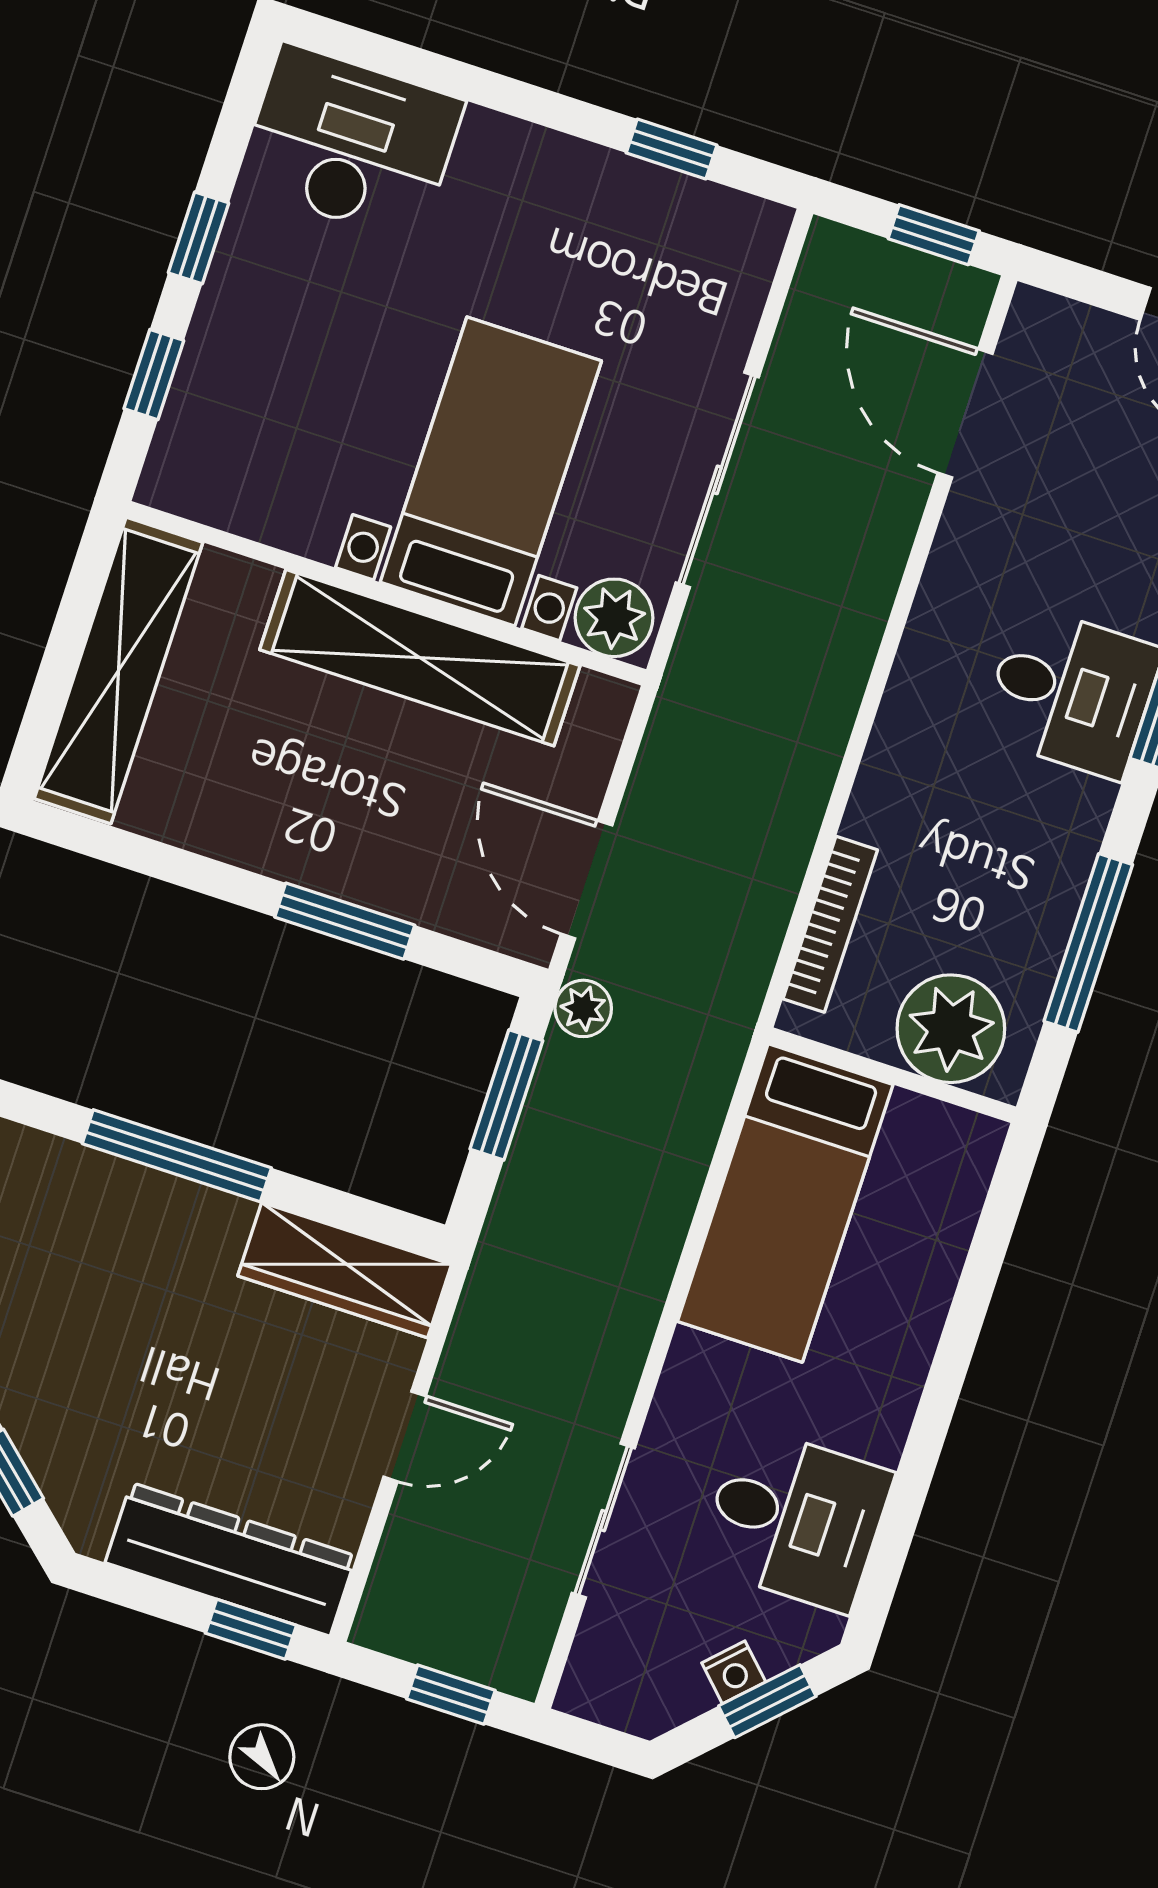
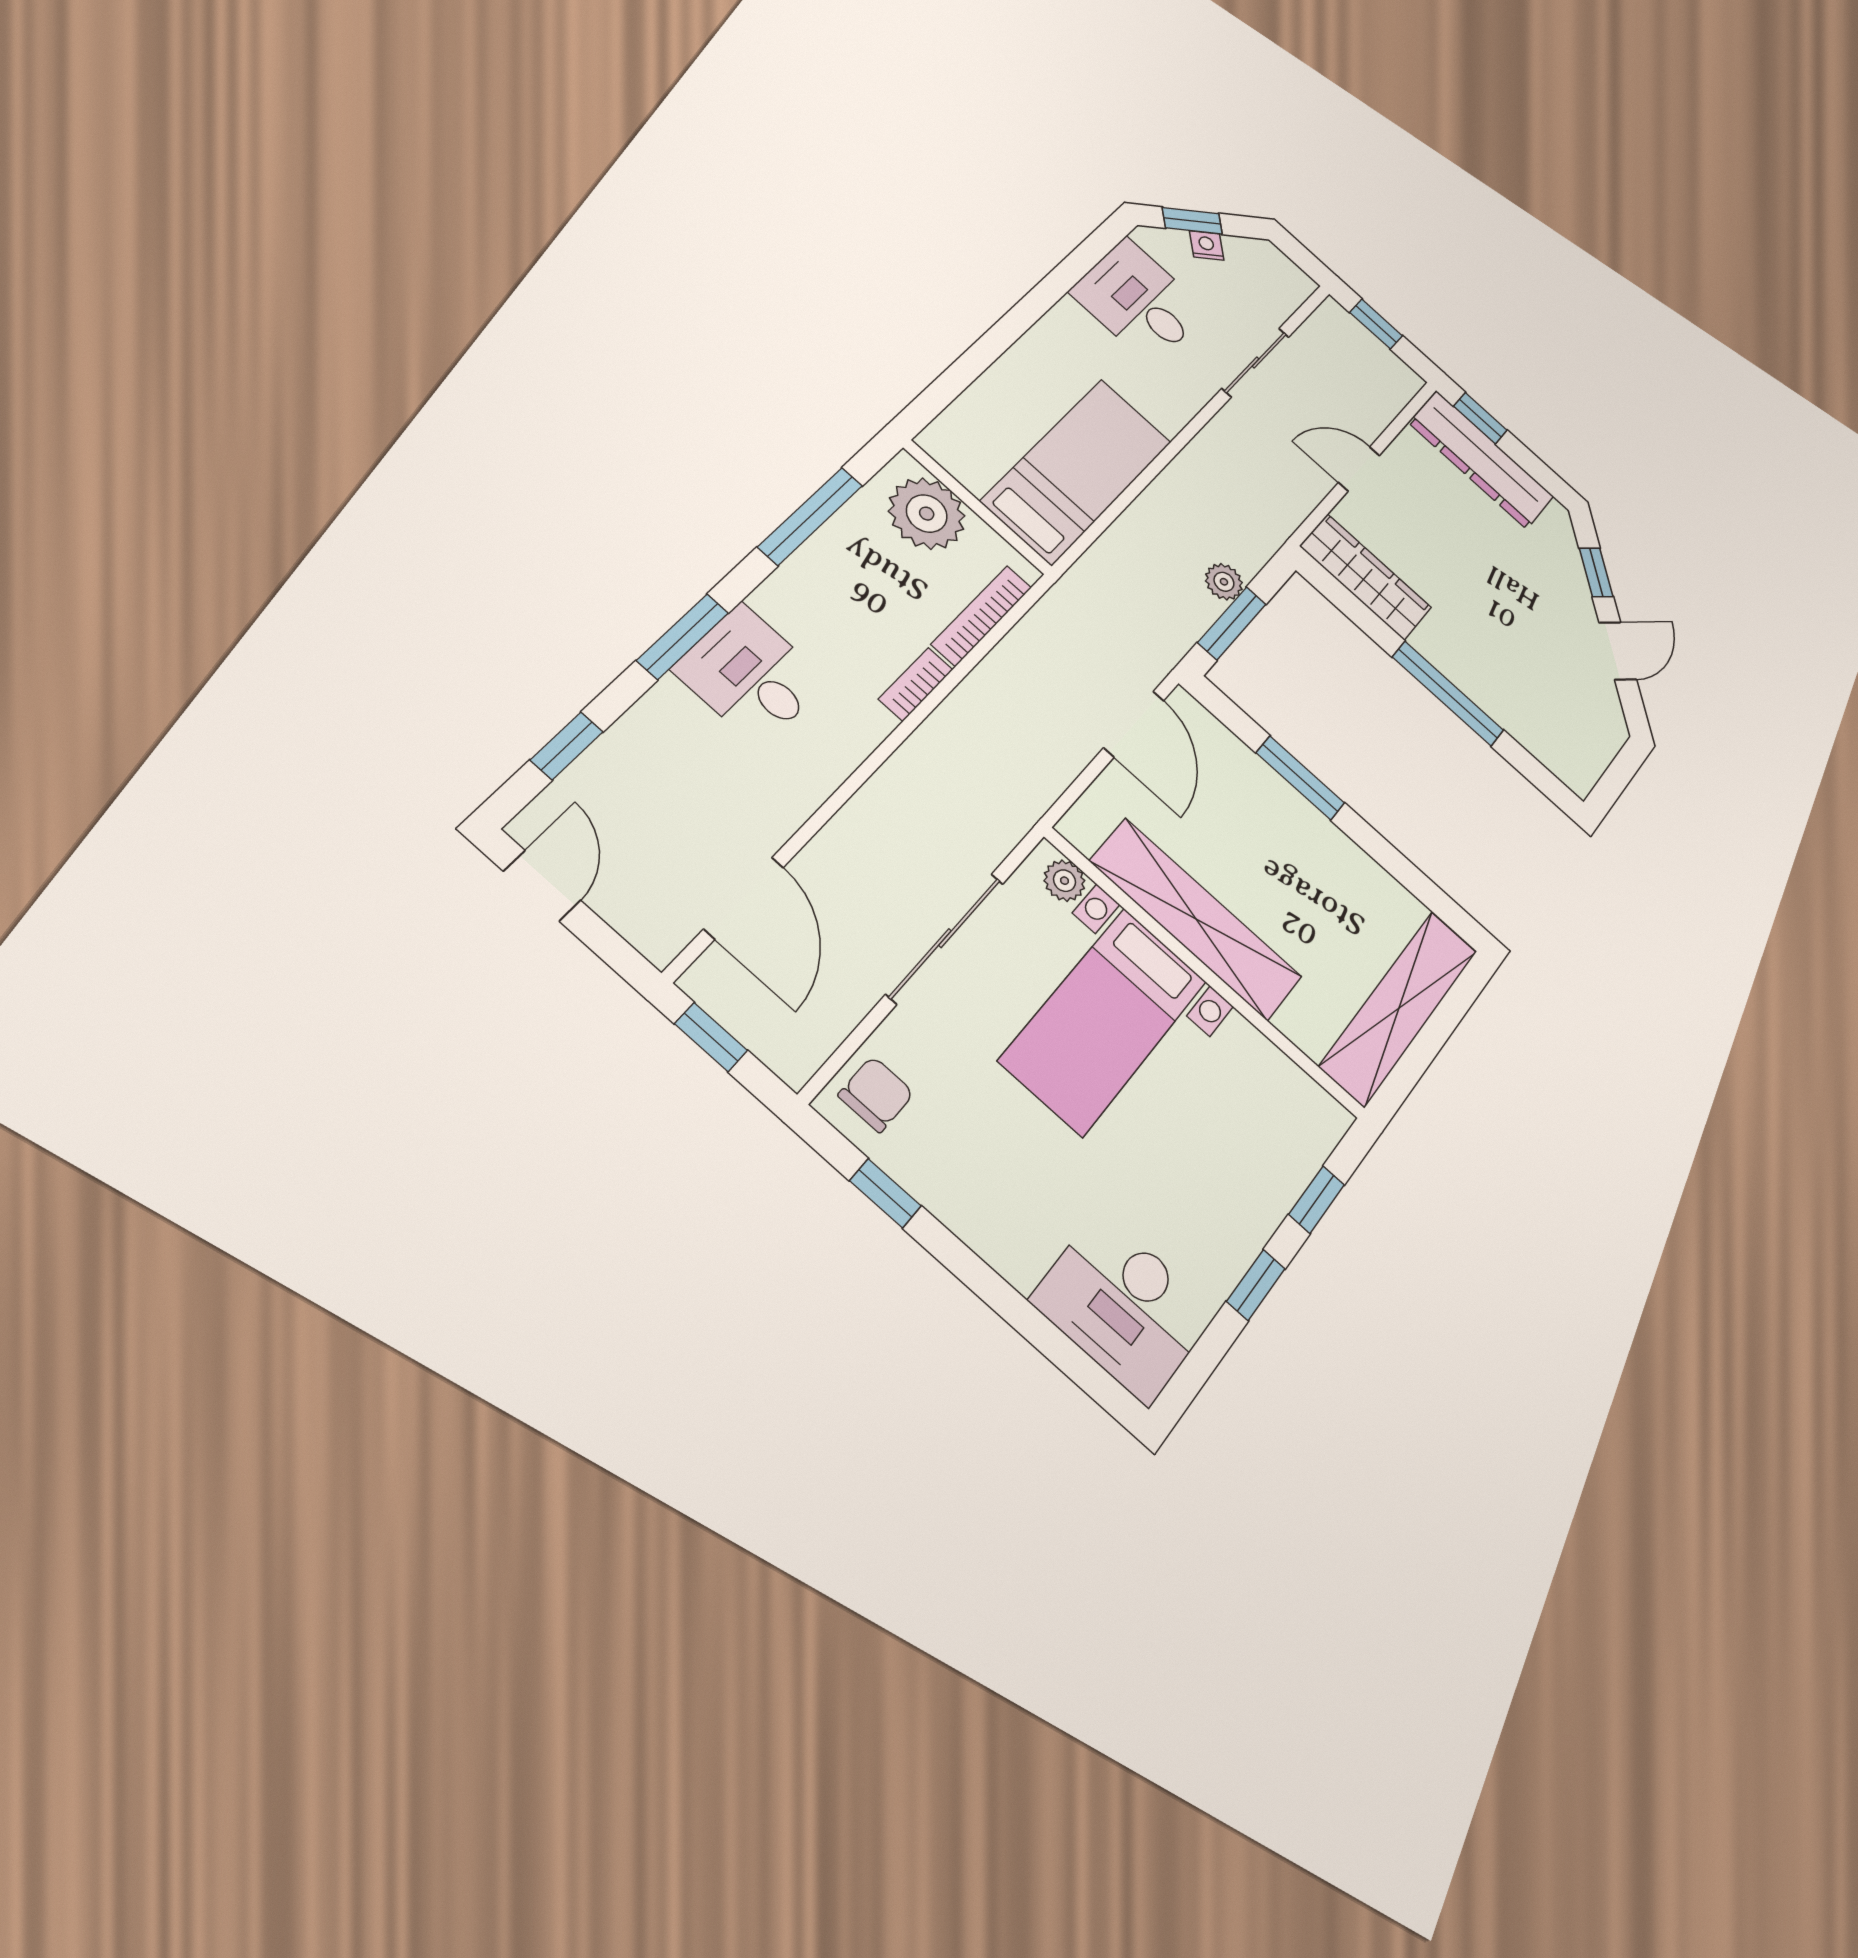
chair: (726, 256) -> (876, 1094), added
plant: (614, 618) -> (1065, 881), width x0.73, depth x0.73
bookcase: (875, 786) -> (916, 684), added
plant: (583, 1008) -> (1224, 582), moved

